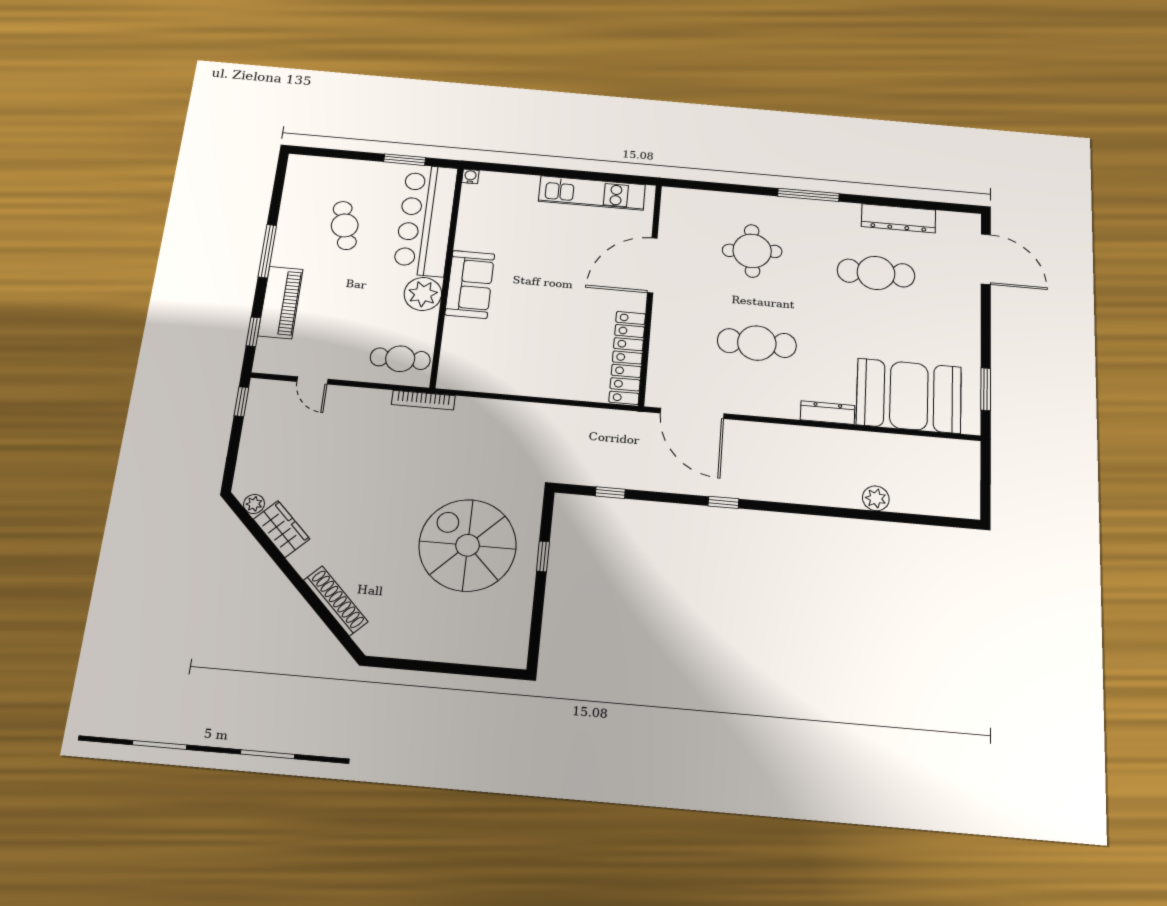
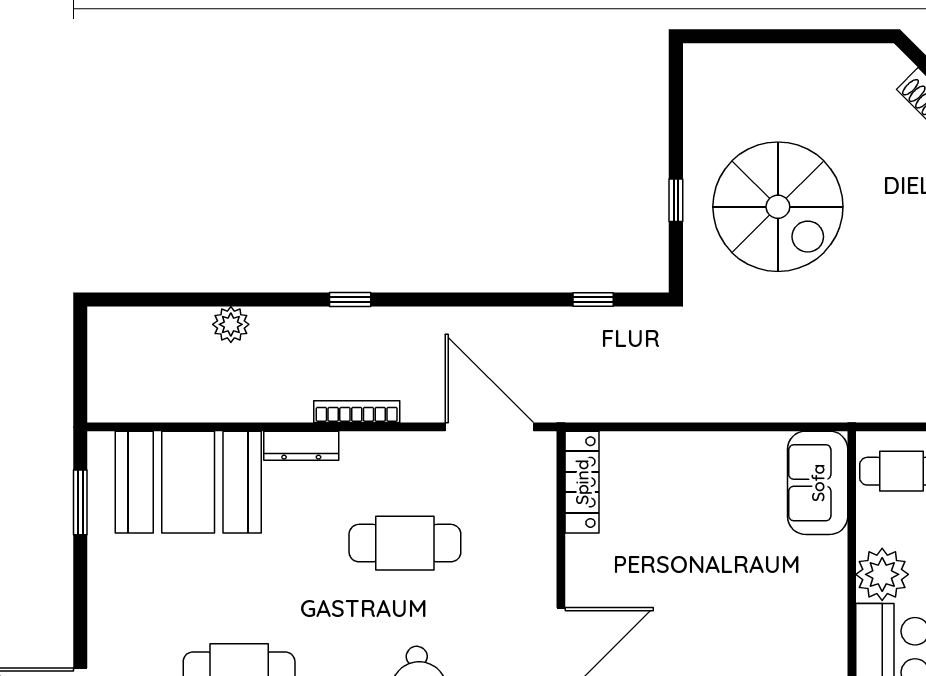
sofa: (470, 284) -> (818, 483), moved
locker: (627, 358) -> (582, 482), width x0.71, depth x0.83
bookcase: (423, 400) -> (357, 412), moved
window: (723, 502) -> (350, 299), moved

